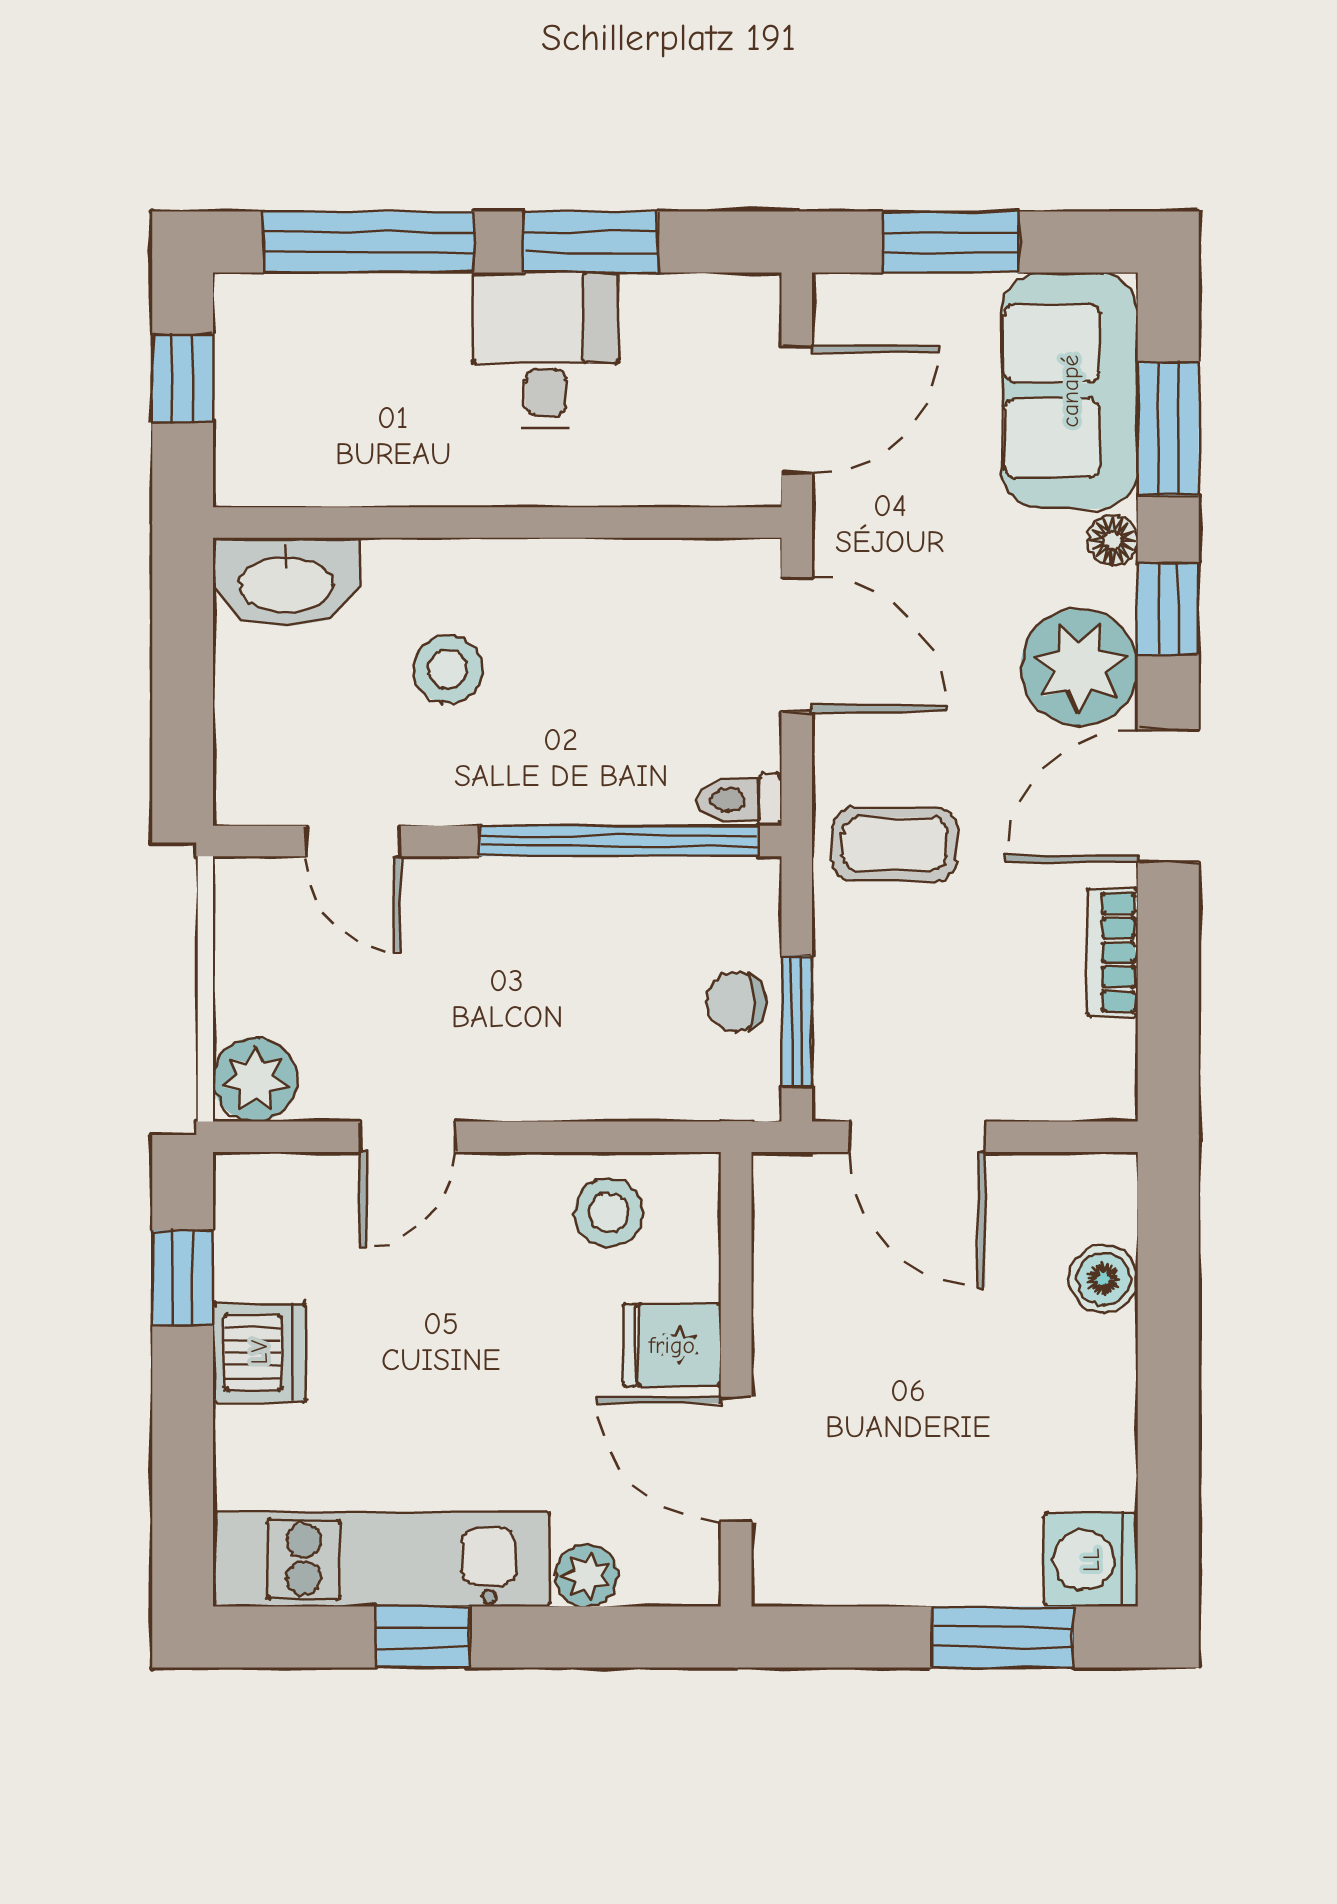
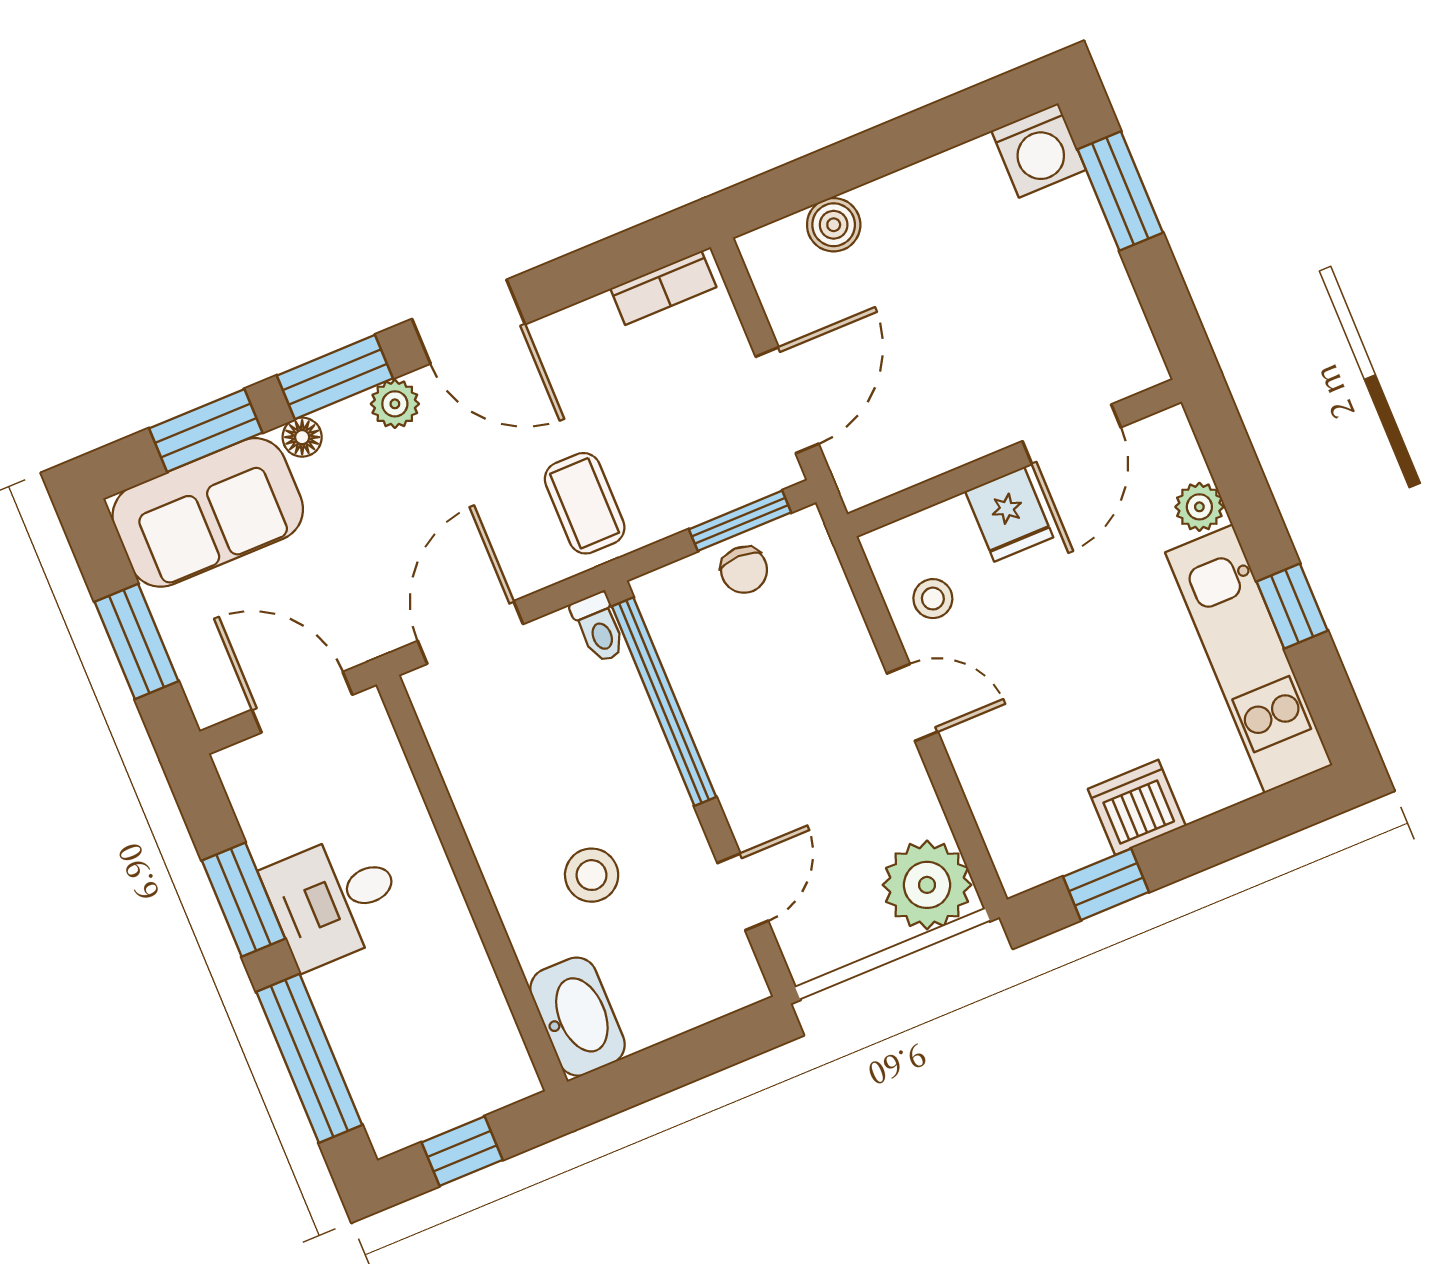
window: (1168, 609) -> (335, 377), width x1.50
plant: (1079, 667) -> (395, 404), width x0.53, depth x0.53
bookcase: (1112, 952) -> (663, 288), moved
plant: (255, 1079) -> (927, 885), width x1.36, depth x1.36
door: (407, 1137) -> (912, 702), moved
stool: (609, 1213) -> (933, 599), width x0.73, depth x0.73

